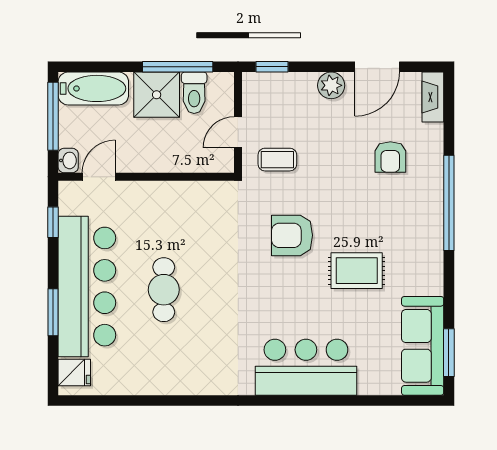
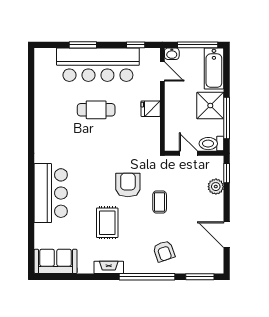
plant: (331, 85) -> (216, 187), moved
toilet: (194, 93) -> (211, 144), moved
fireplace: (433, 97) -> (109, 267), moved
armchair: (390, 157) -> (164, 251), moved, turned -109
coffee table: (277, 160) -> (160, 202), moved
sofa: (423, 346) -> (56, 261), width x0.73
window: (449, 353) -> (200, 277), moved
fridge: (74, 373) -> (151, 109), moved, turned 90

